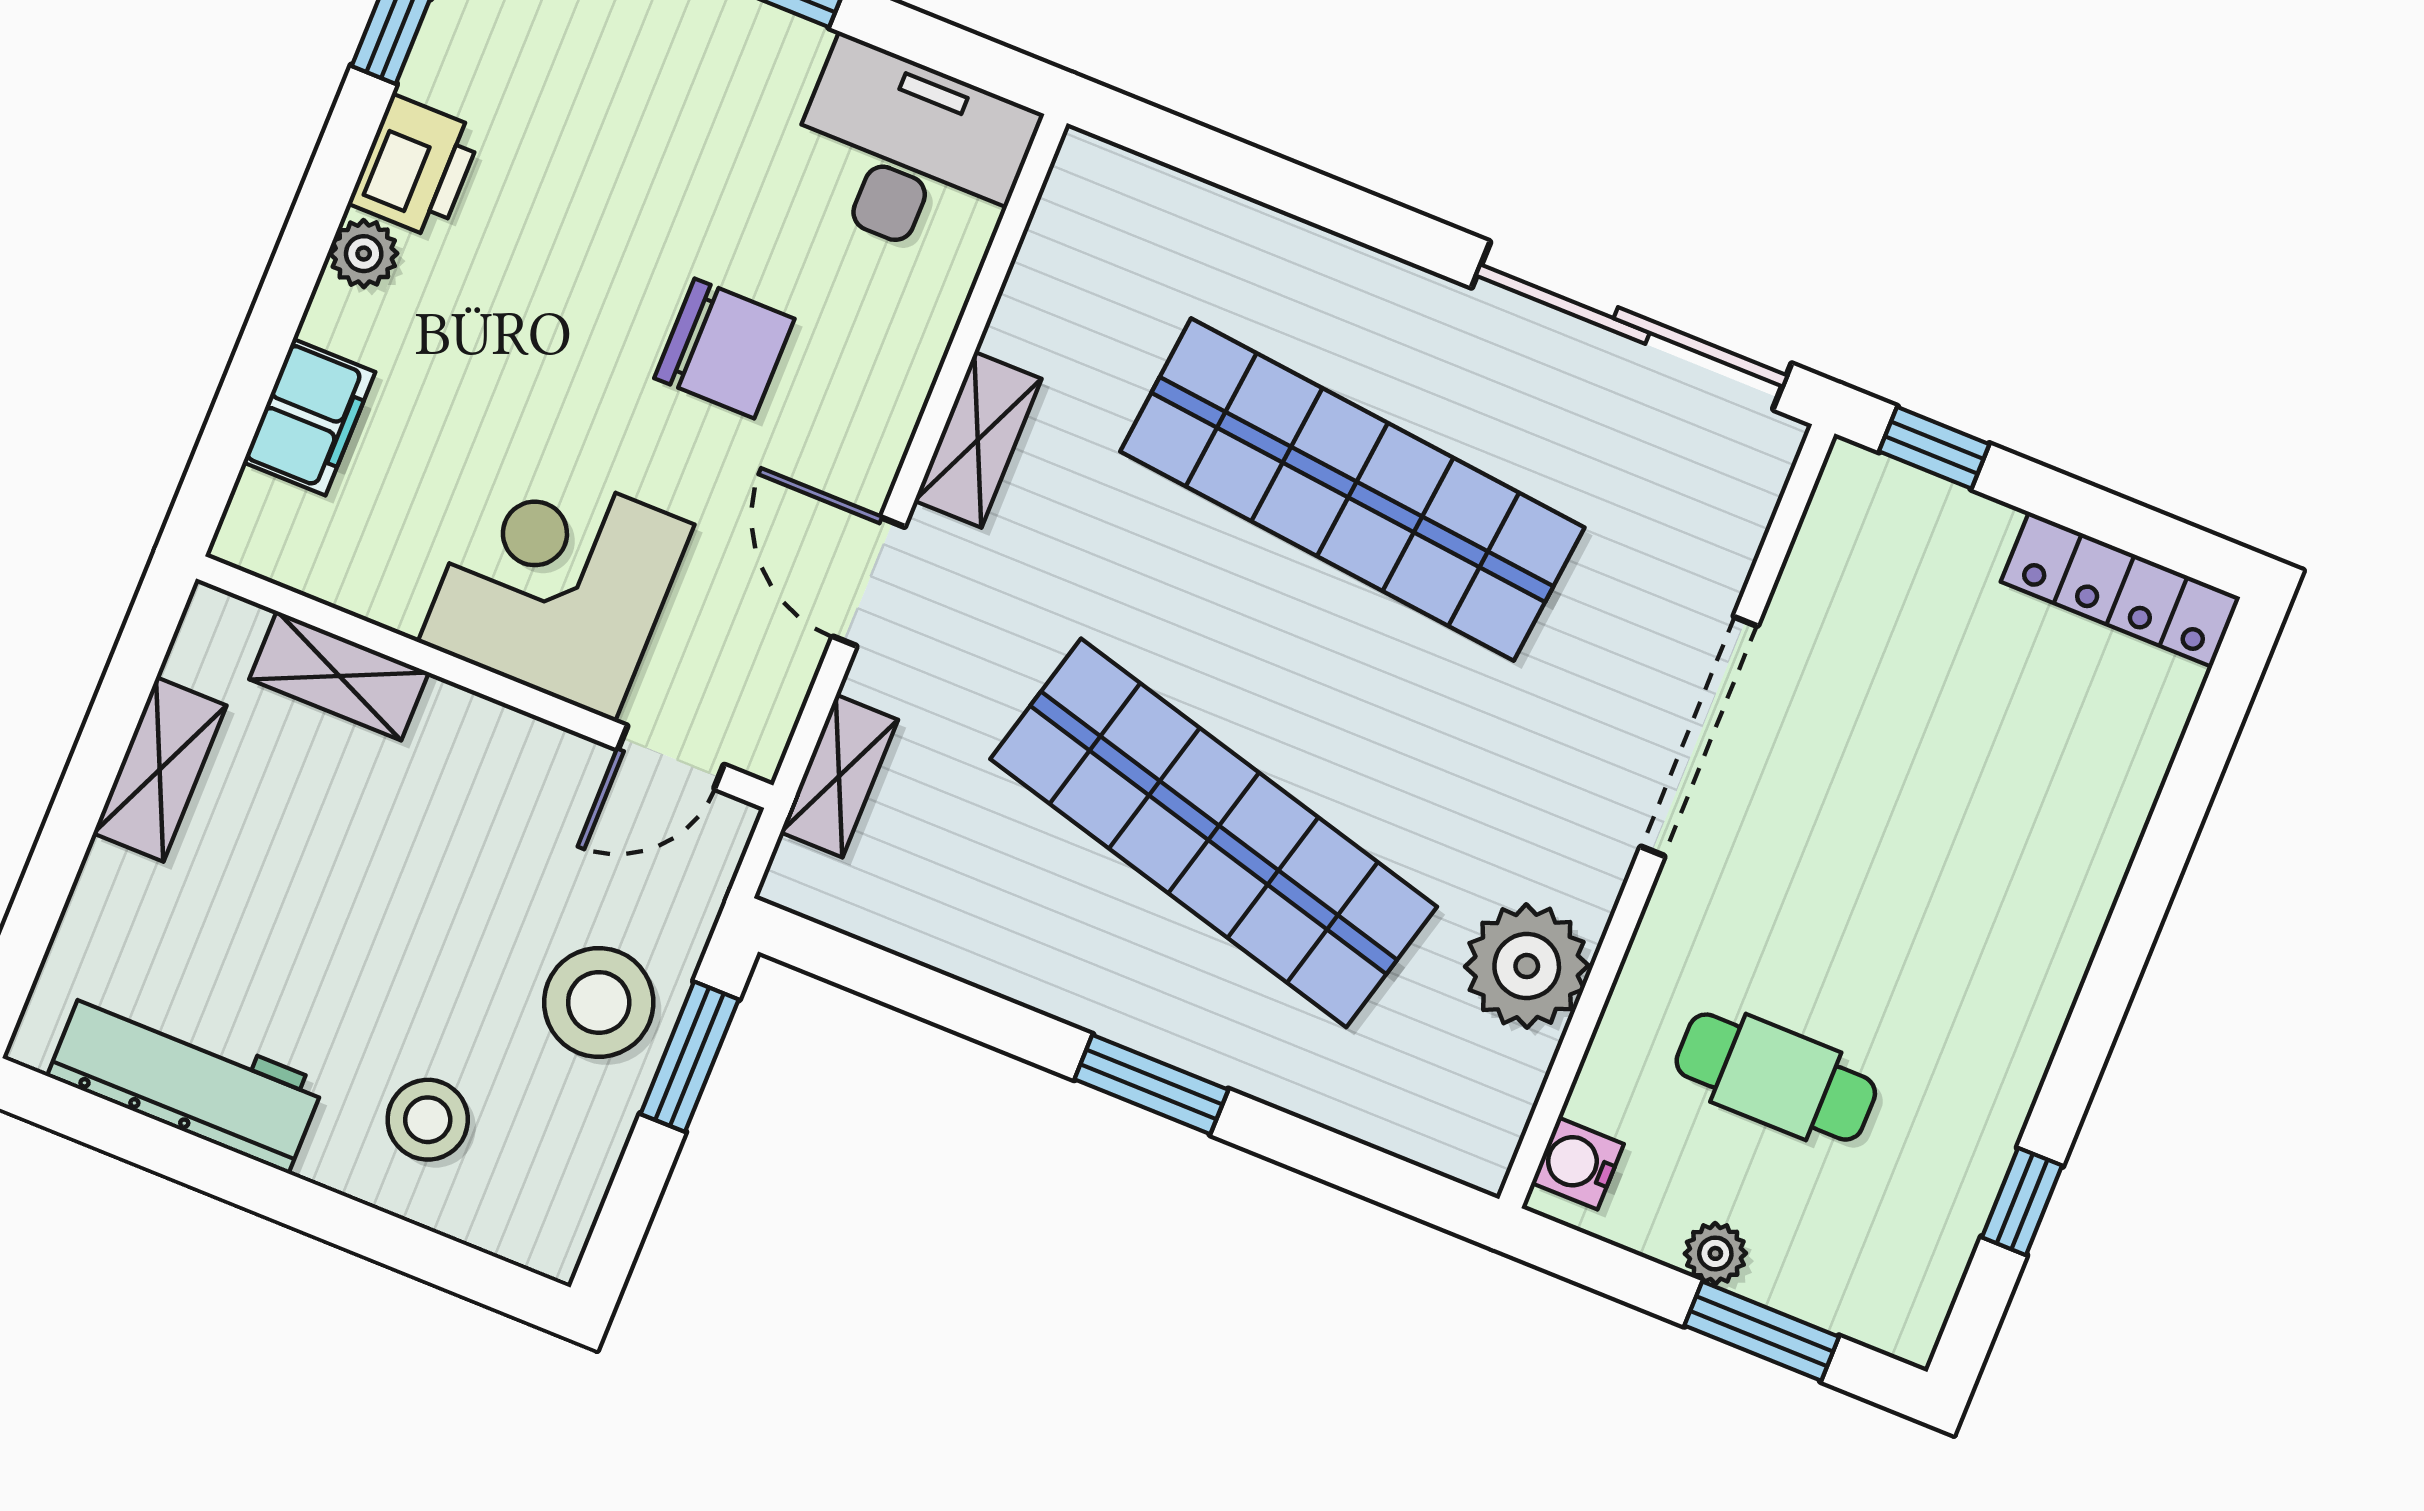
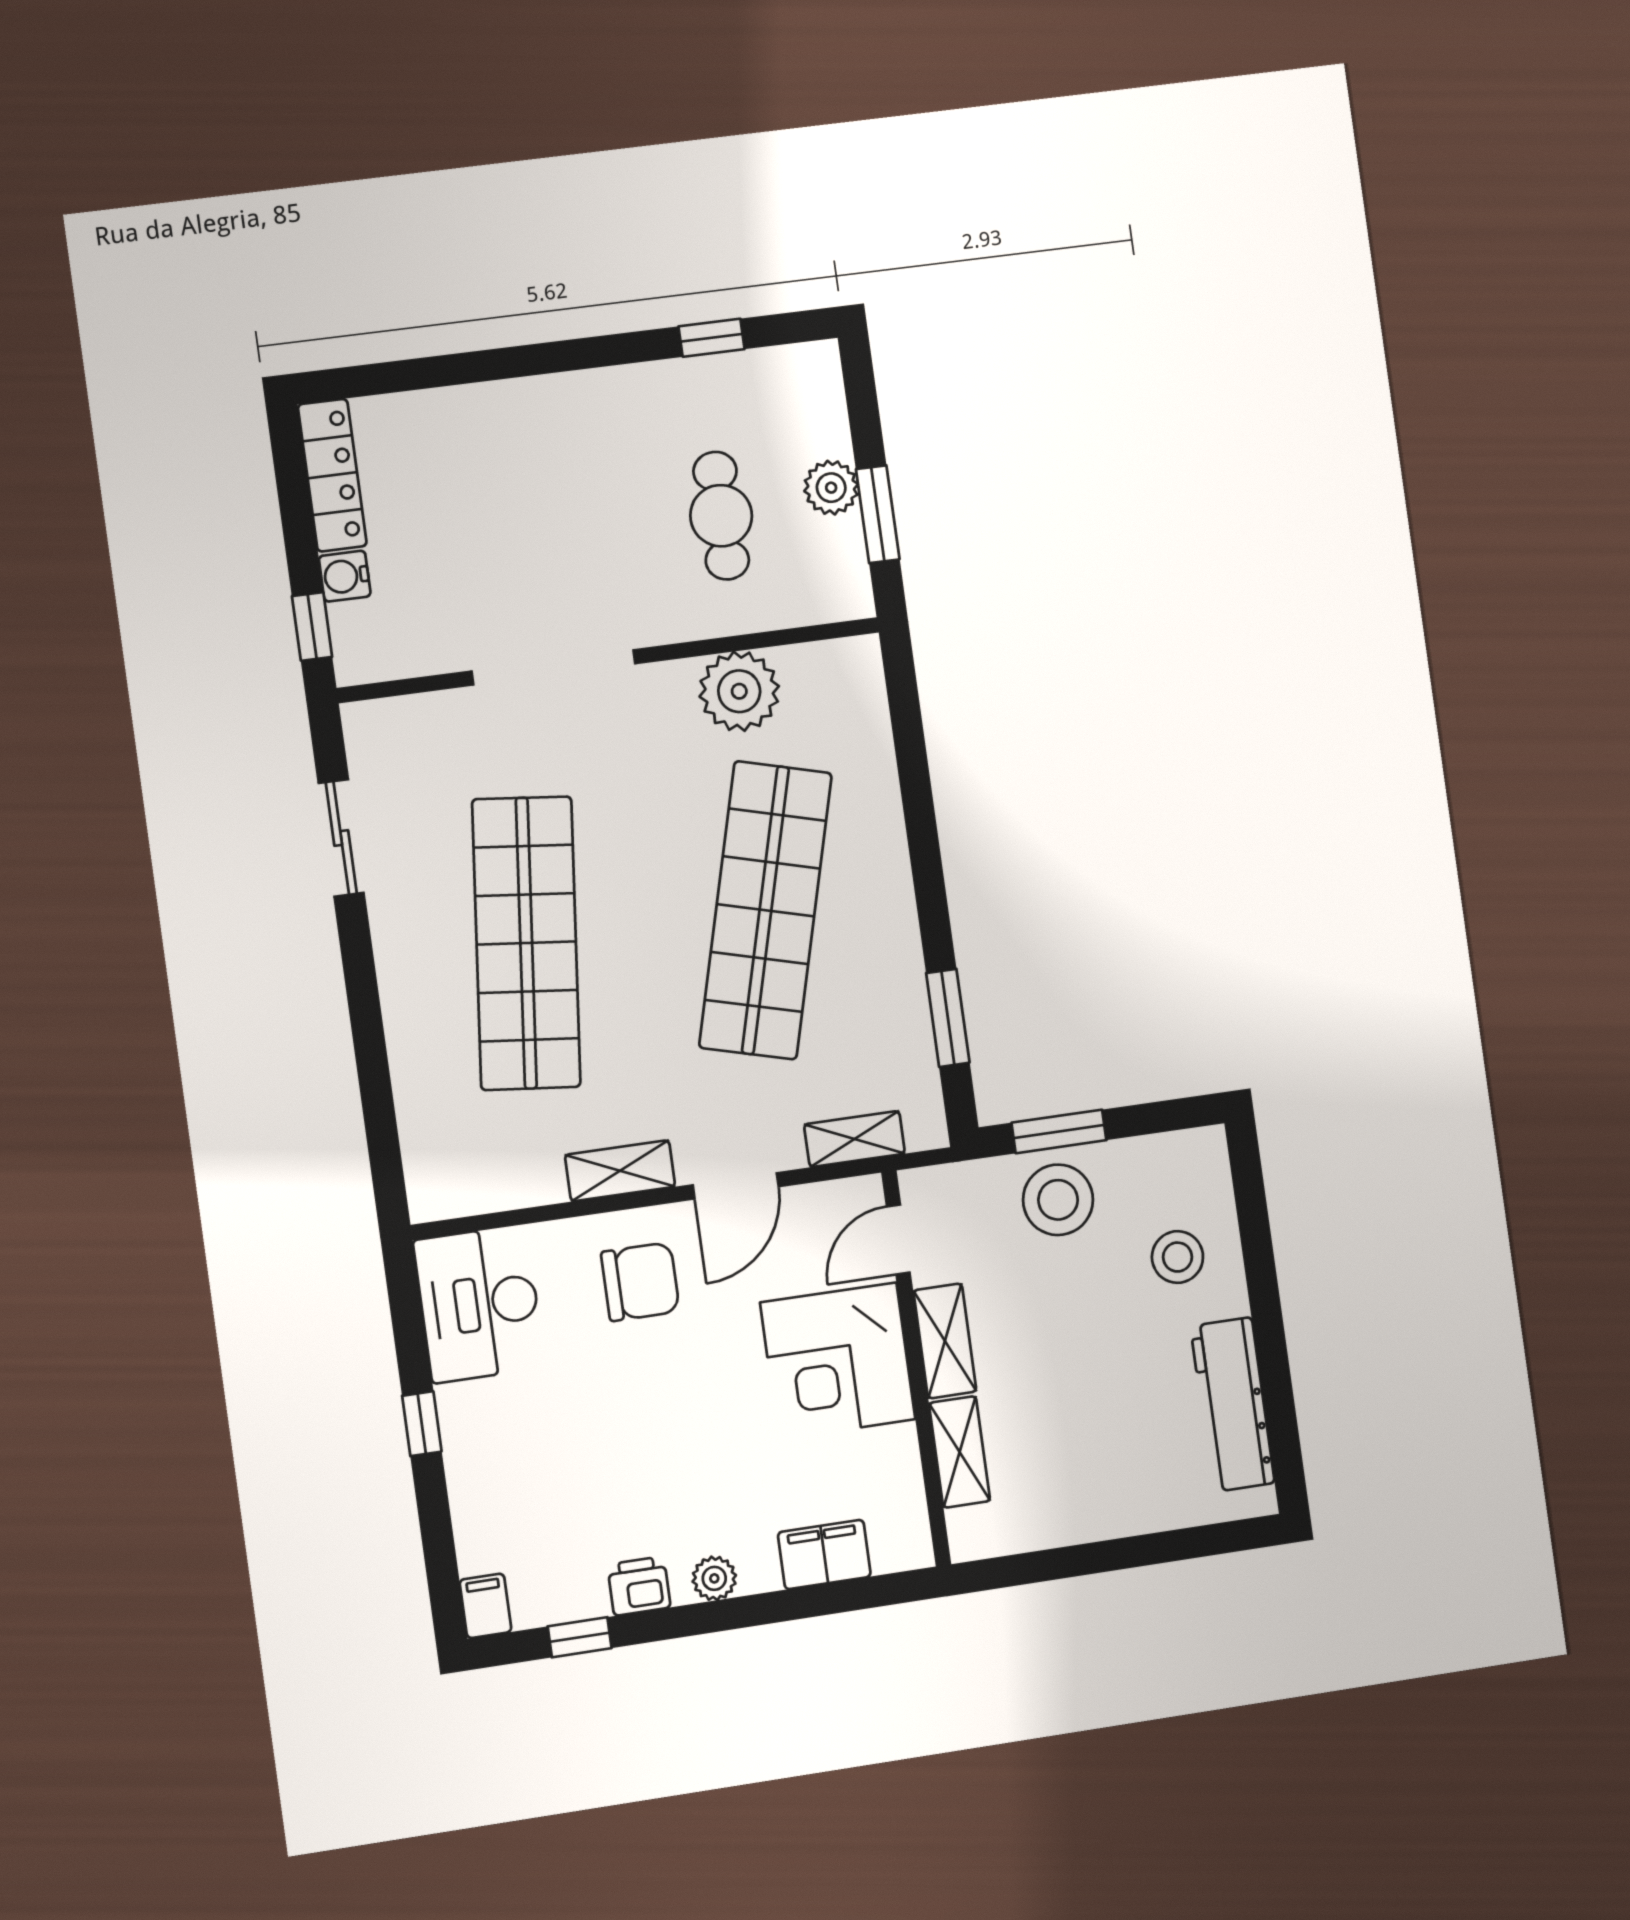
printer: (415, 167) -> (639, 1586), width x0.73, depth x0.81
sliding door: (1632, 325) -> (341, 838), width x0.54
chair: (724, 348) -> (640, 1282), moved, turned 90
door: (671, 757) -> (898, 1239), swing flipped
shelving: (160, 769) -> (945, 1341), moved, turned 90
window: (1151, 1084) -> (948, 1018), moved
water cooler: (1578, 1163) -> (345, 576), moved, turned 90
plant: (1715, 1253) -> (831, 488), width x1.38, depth x1.38
window: (1762, 1331) -> (878, 514), moved

